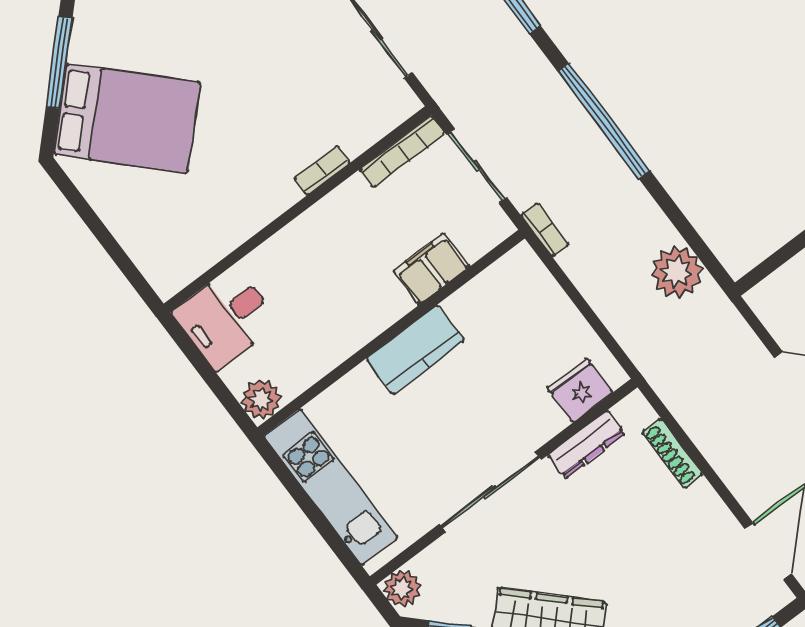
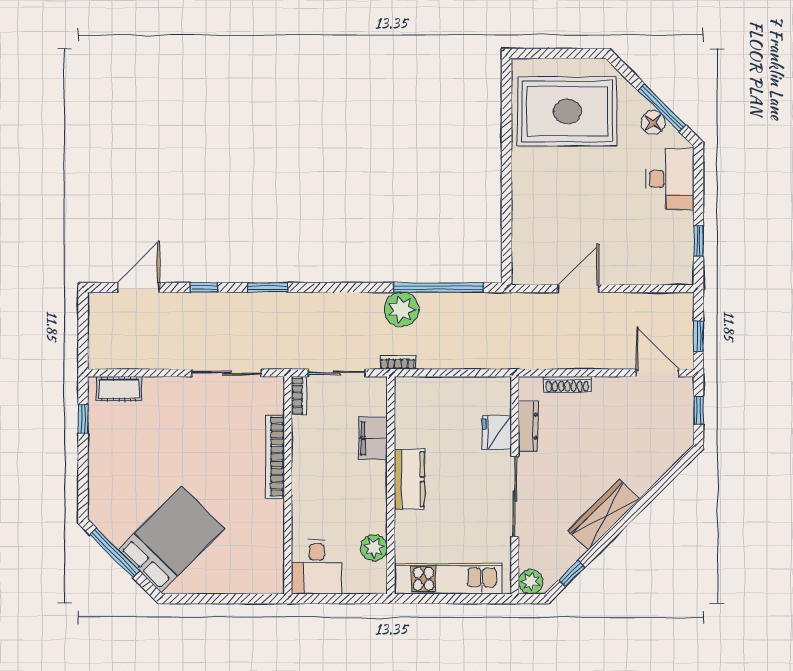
window: (604, 121) -> (438, 287), moved
bookcase: (402, 151) -> (299, 396), width x0.64
bookcase: (322, 170) -> (275, 457), width x2.31, depth x1.31
plant: (677, 272) -> (401, 309), moved
fridge: (580, 390) -> (497, 432), moved
plant: (261, 400) -> (374, 548), moved

